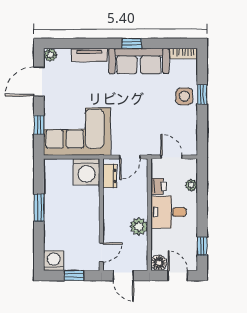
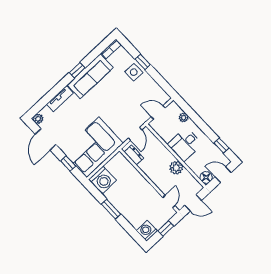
washing machine: (87, 172) -> (103, 180), moved
printer: (158, 186) -> (166, 135), removed

